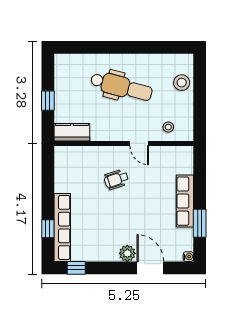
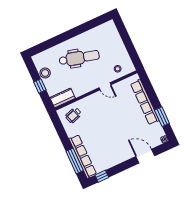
stool: (182, 83) -> (45, 73), moved
wheelchair: (116, 179) -> (74, 115), moved
row of seats: (185, 201) -> (145, 102), width x1.36
window: (48, 229) -> (75, 161), width x2.17
plant: (127, 253) -> (128, 154), removed

